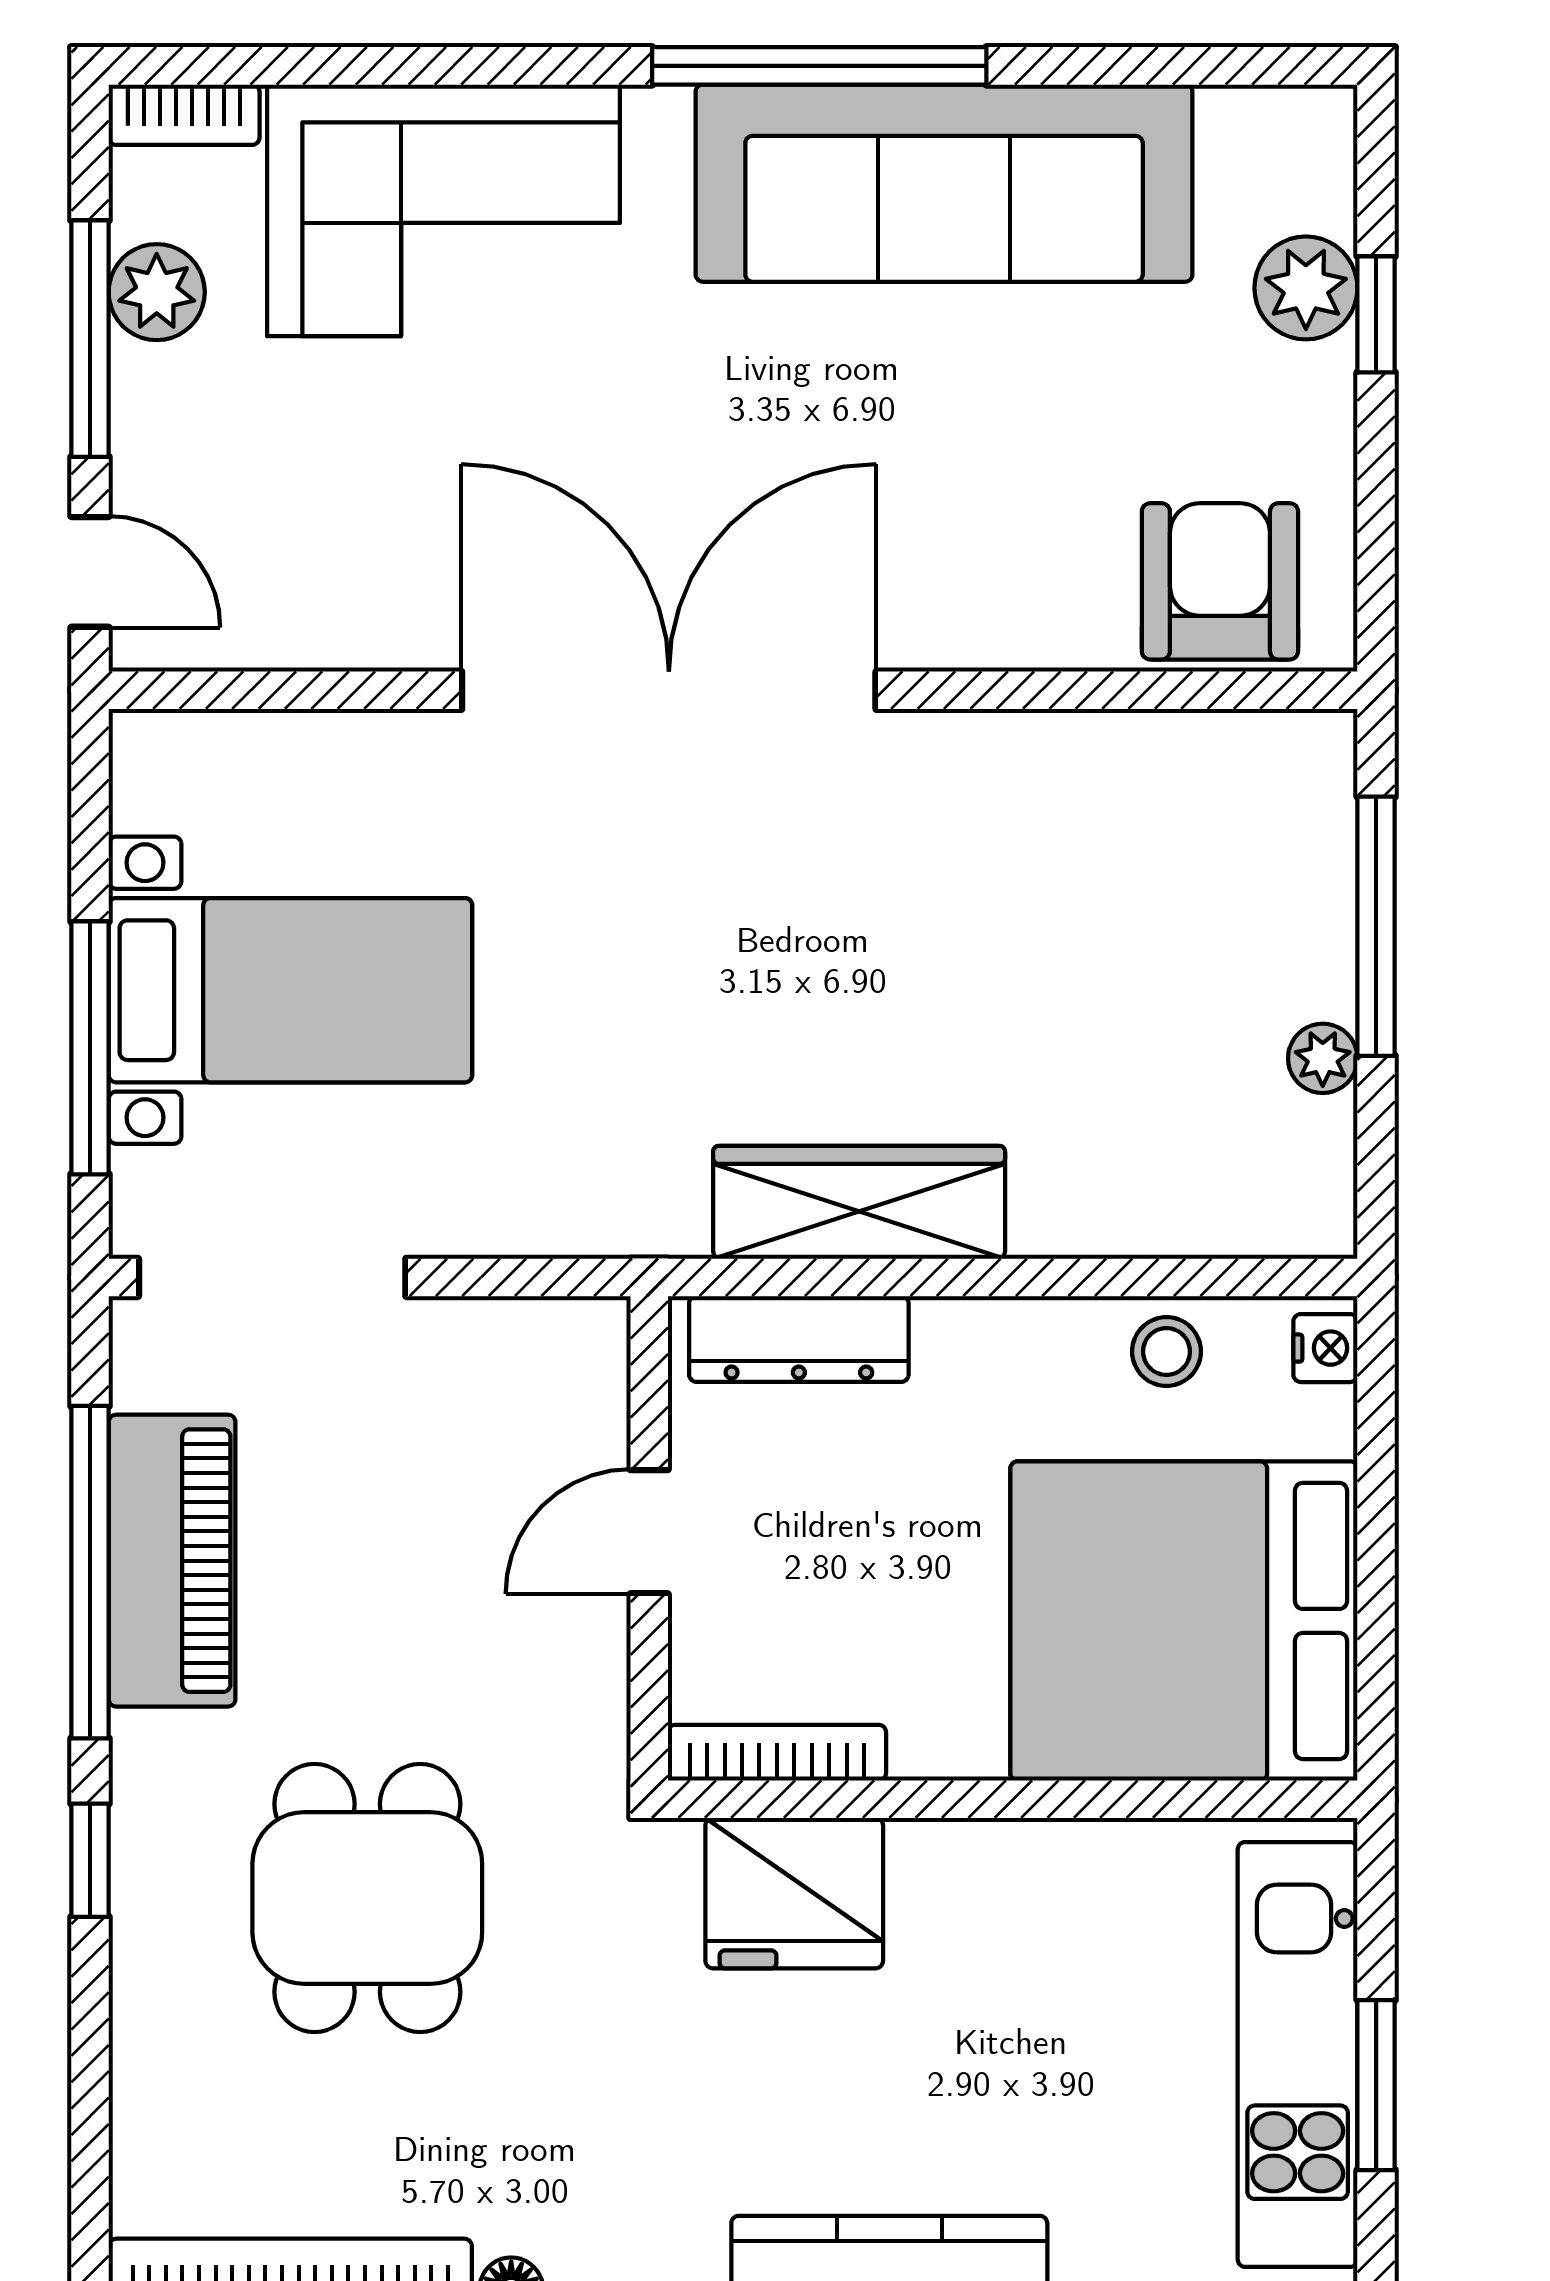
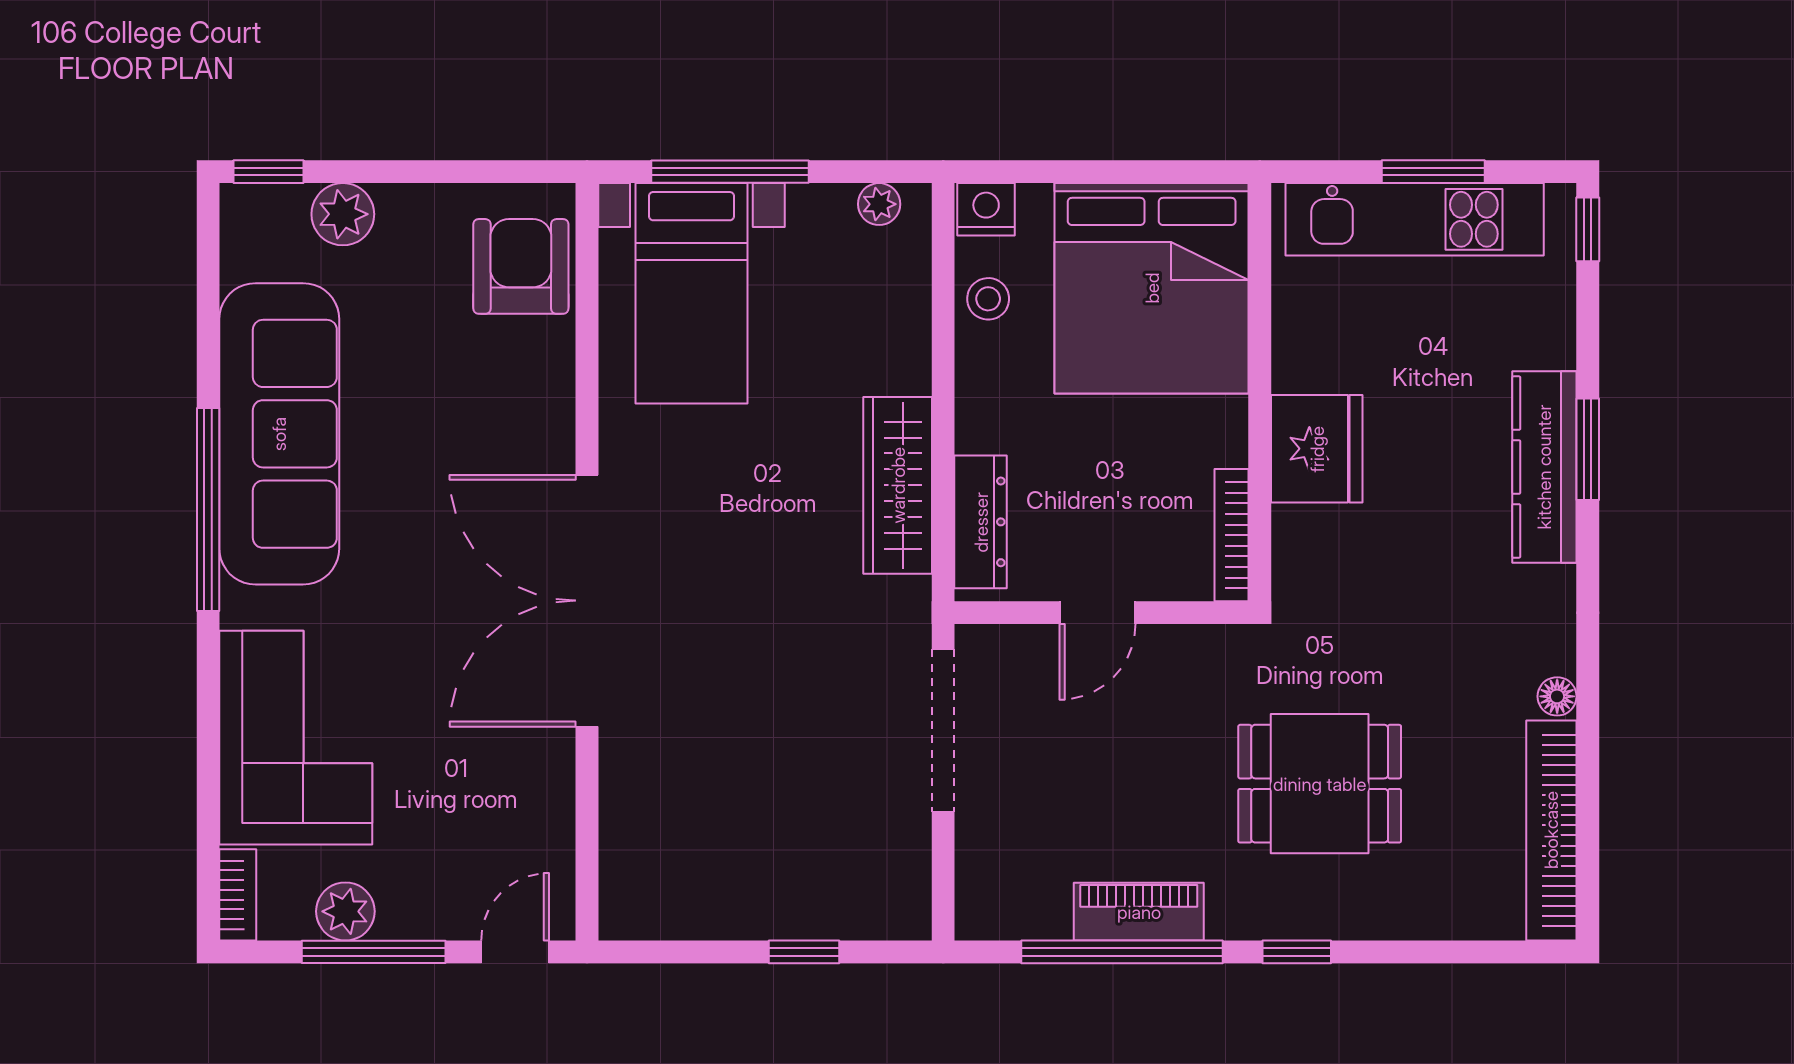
window: (1376, 314) -> (269, 172), moved
armchair: (1220, 581) -> (521, 266), turned 90
bed with nightstands: (290, 990) -> (691, 293), moved, turned 180
window: (90, 1048) -> (804, 952), width x0.46
plant: (1323, 1058) -> (879, 204), moved
doorway: (272, 1277) -> (943, 731), moved
nightstand: (1325, 1348) -> (986, 209), width x1.39, depth x1.35
door: (649, 1532) -> (1097, 613), hinge flipped
piano: (172, 1561) -> (1139, 912), width x0.73, depth x0.75
fridge: (794, 1893) -> (1317, 449), moved

